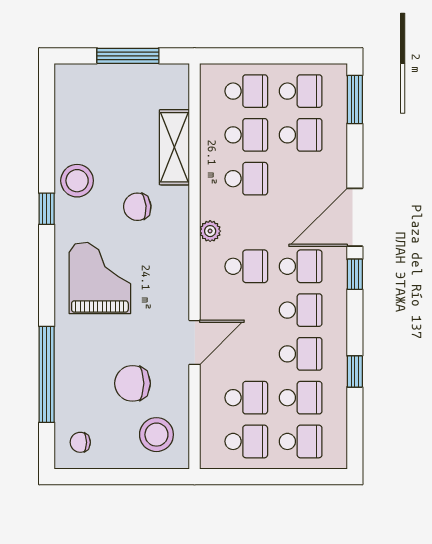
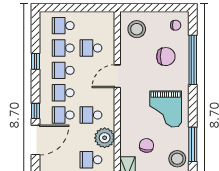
chair: (137, 207) -> (146, 145), turned -78
window: (47, 209) -> (193, 144), width x2.17
plant: (210, 231) -> (105, 138), width x1.87, depth x1.87
chair: (133, 383) -> (166, 57), moved
school desk: (246, 441) -> (91, 26), removed

